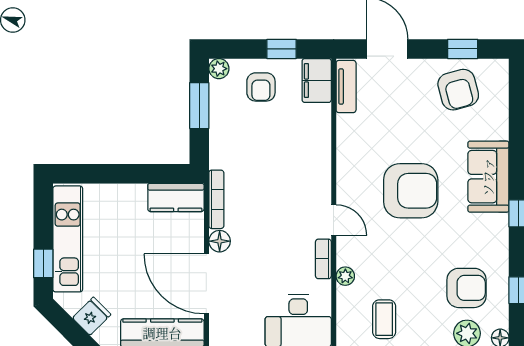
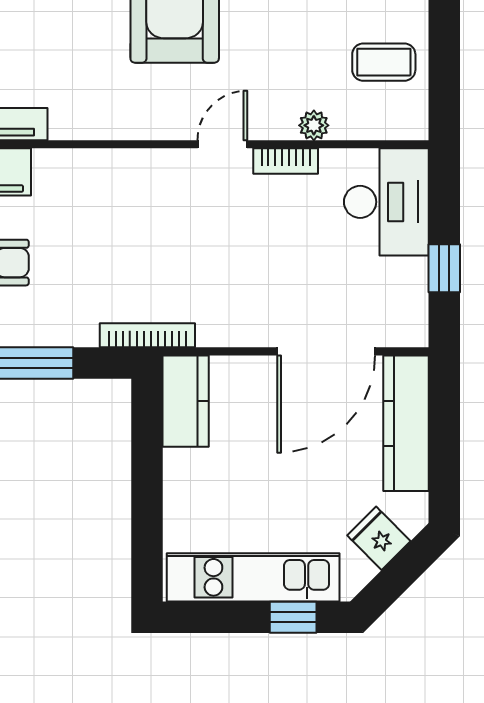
bookcase: (216, 199) -> (147, 335), moved
floor lamp: (220, 241) -> (257, 330), removed

